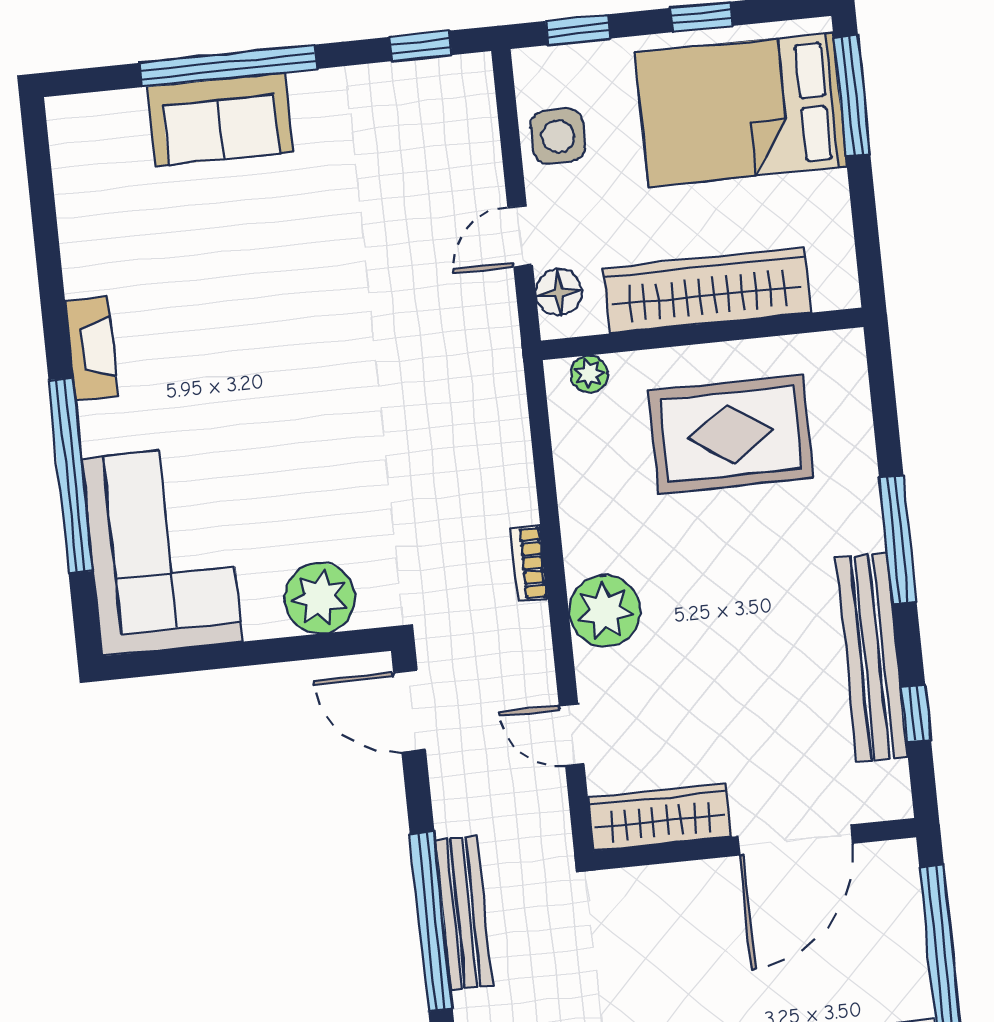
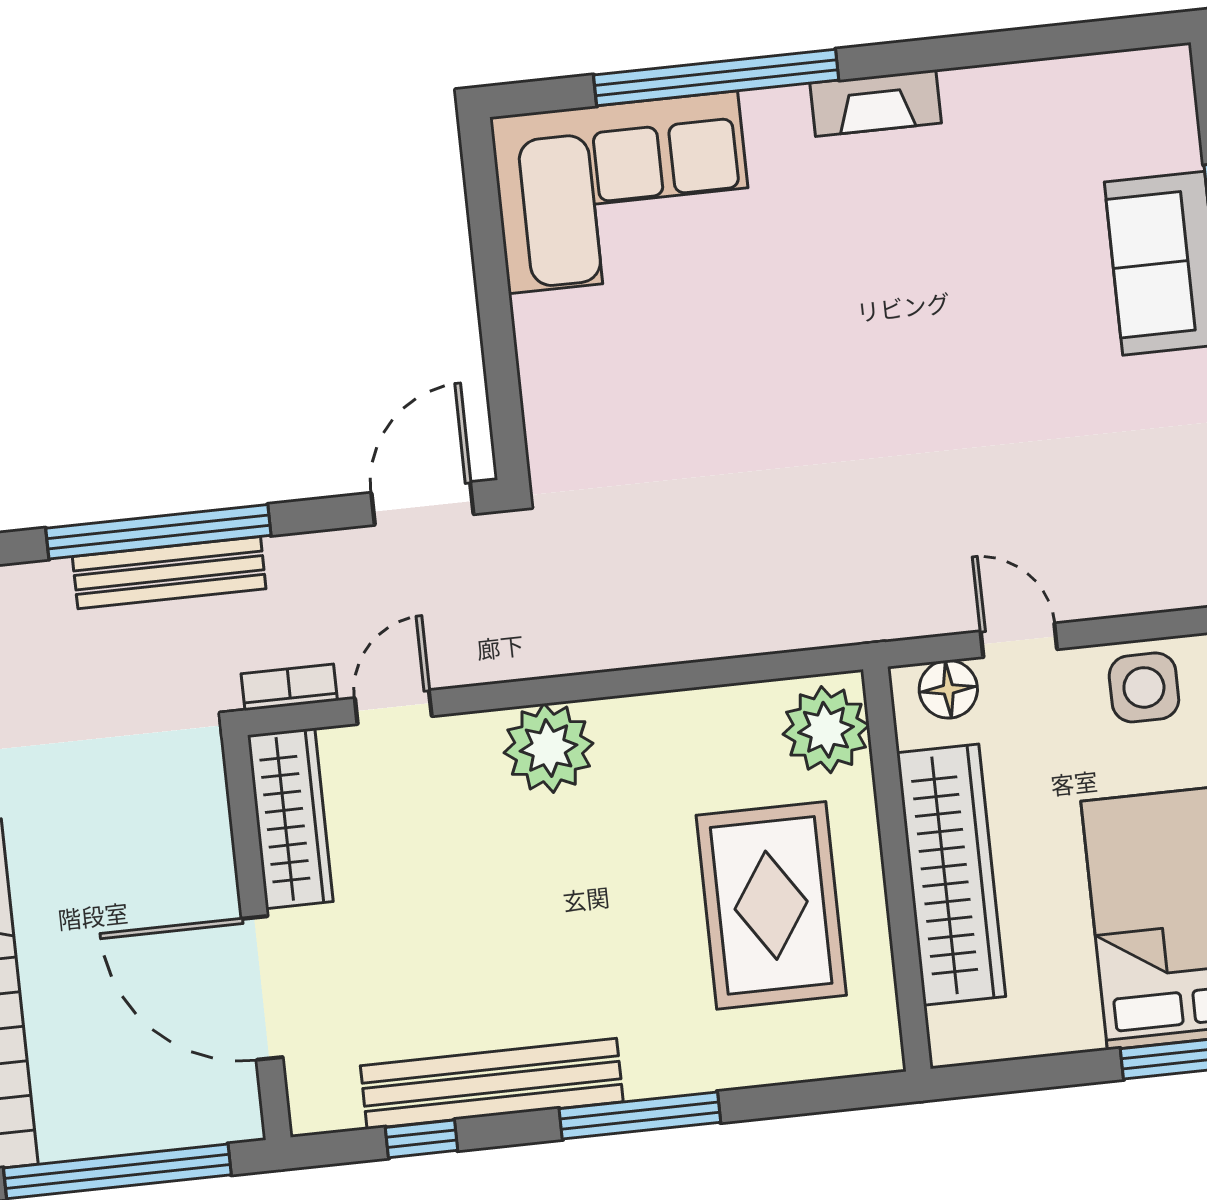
plant: (589, 374) -> (826, 730), width x1.88, depth x1.88
bookcase: (529, 563) -> (289, 687), moved
plant: (320, 598) -> (563, 391), removed

